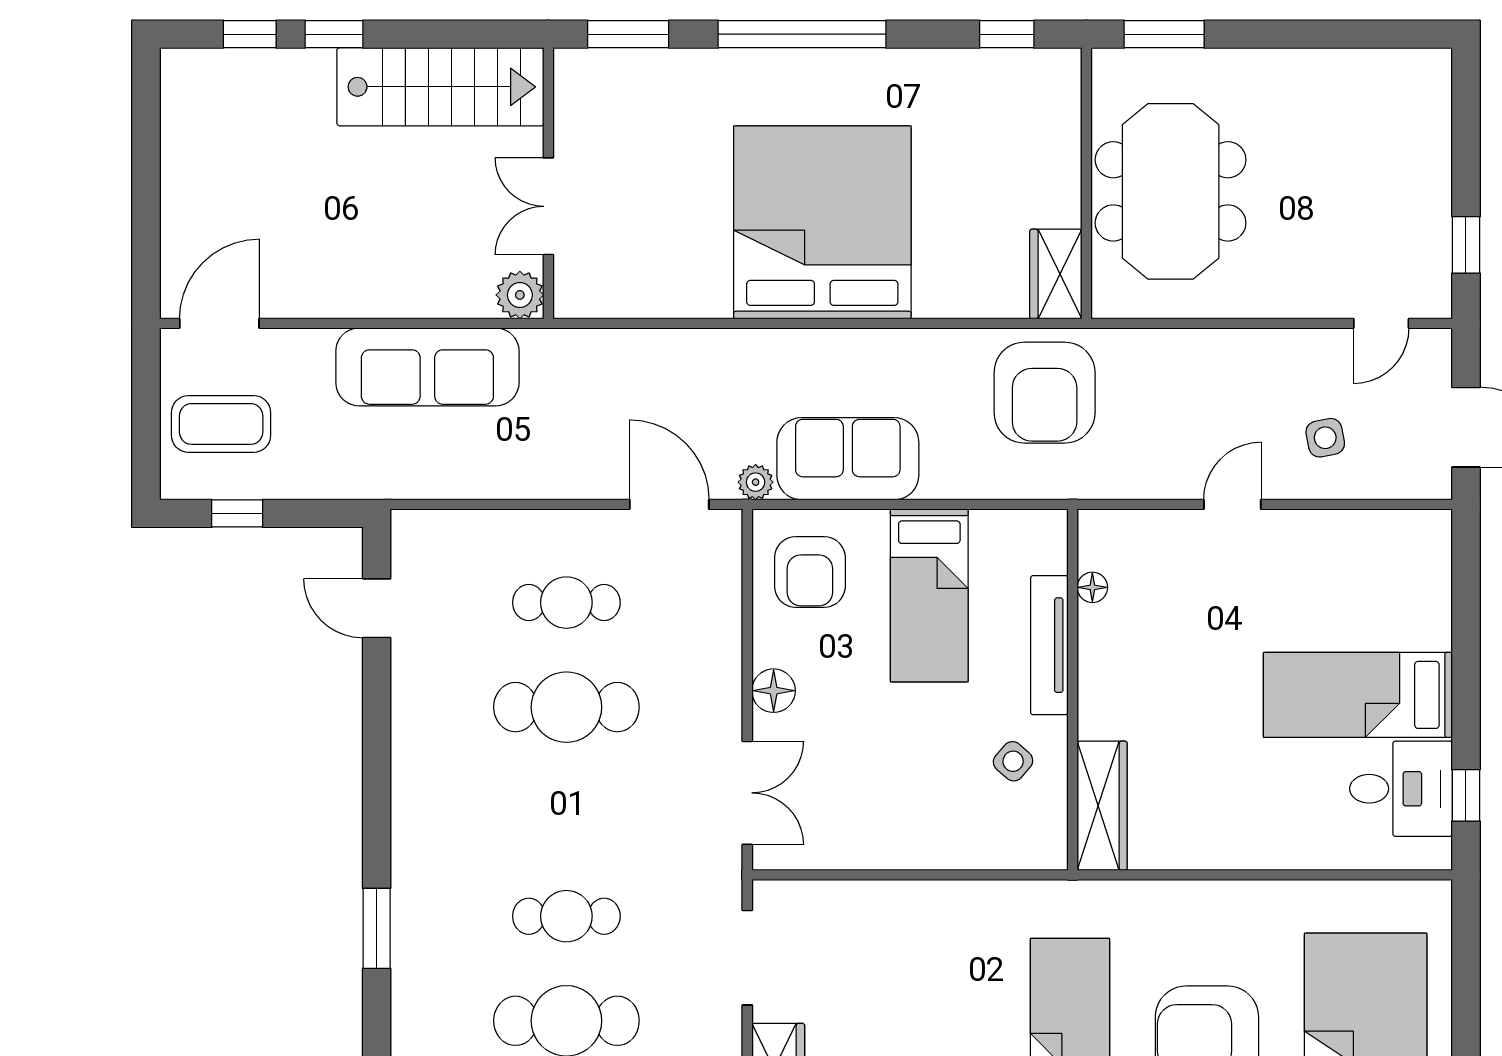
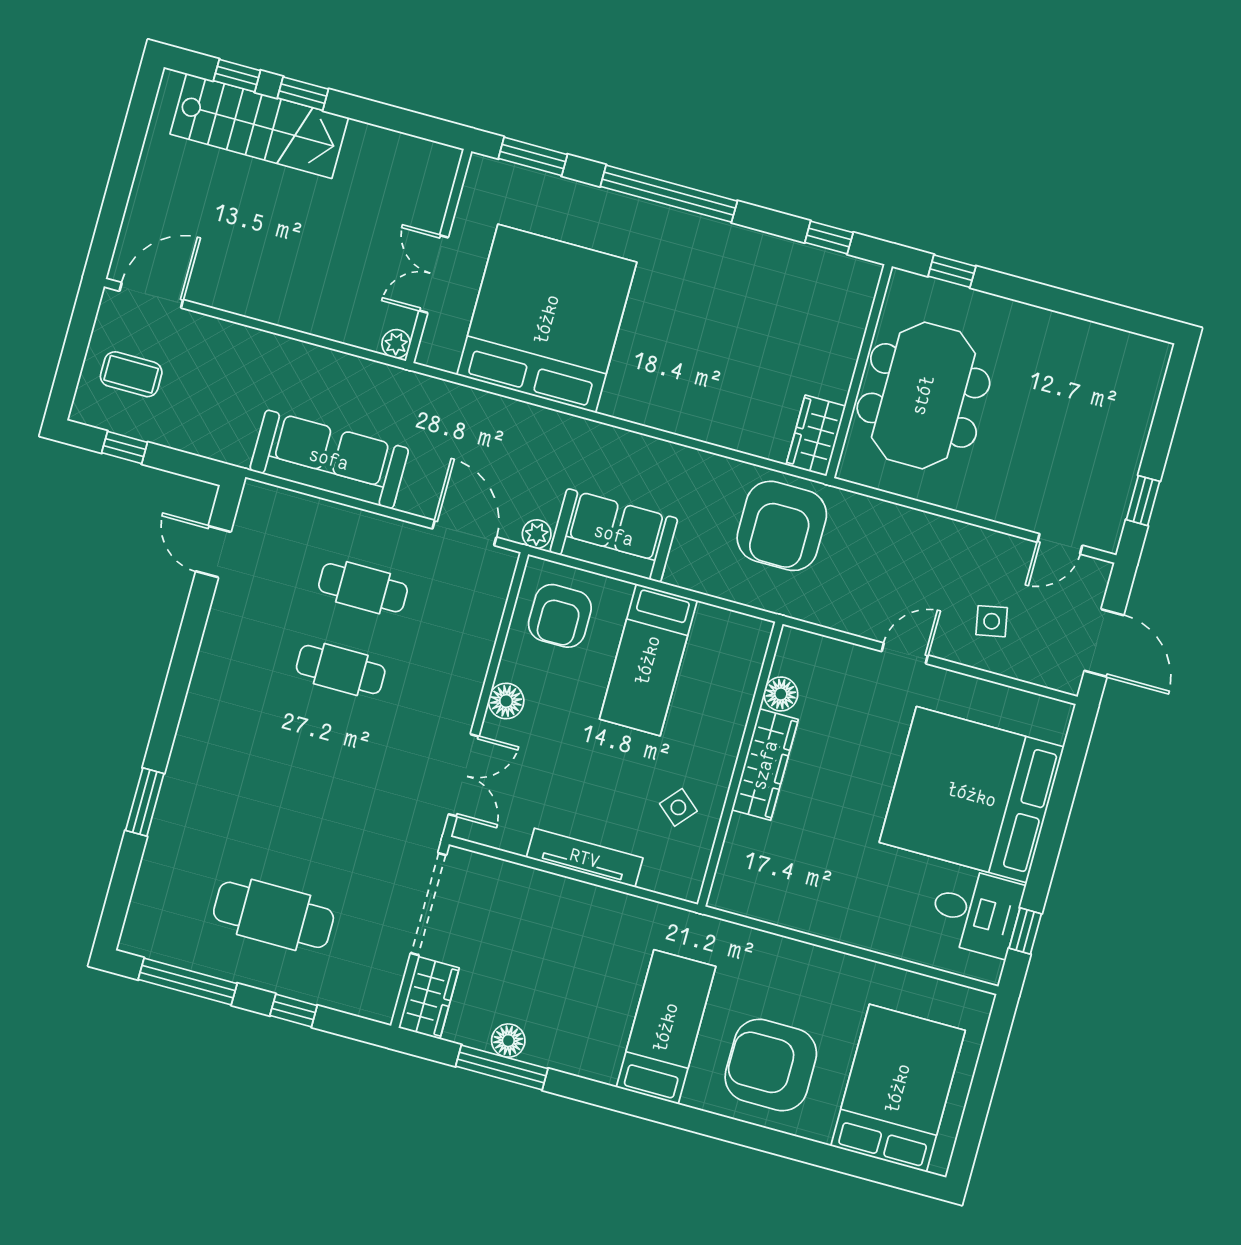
window: (1164, 34) -> (952, 271), width x0.67
stairs: (440, 87) -> (259, 126), moved
bed: (822, 222) -> (547, 319), moved
plant: (520, 295) -> (396, 344), width x0.73, depth x0.73
sofa: (427, 367) -> (329, 459), moved, turned 180
coffee table: (221, 424) -> (131, 374), width x0.73, depth x0.77
floor lamp: (1092, 587) -> (781, 694), width x1.37, depth x1.37
tv unit: (1049, 645) -> (585, 858), moved, turned 90
bed: (1358, 695) -> (972, 795), width x2.04
cafe table: (566, 707) -> (341, 670), width x0.73, depth x0.74
wardrobe: (1102, 806) -> (765, 765), moved
cafe table: (566, 916) -> (296, 833), removed
doorway: (747, 958) -> (428, 904), width x1.36

